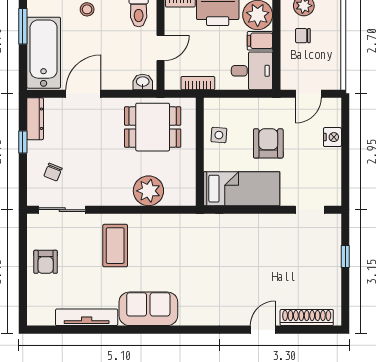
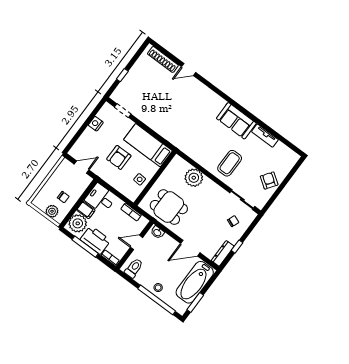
nightstand: (332, 137) -> (96, 124), moved
armchair: (46, 262) -> (269, 180), turned -55
tv unit: (87, 317) -> (265, 136), width x0.71

